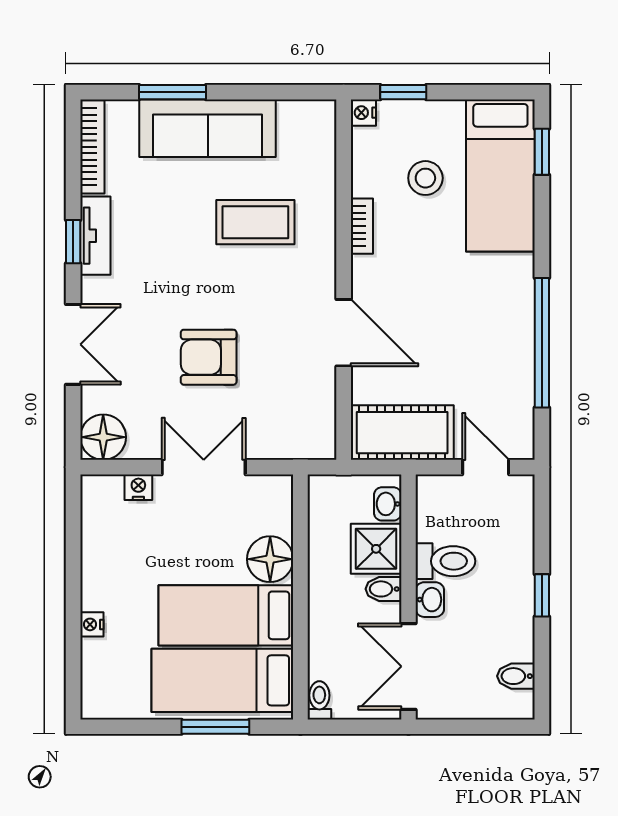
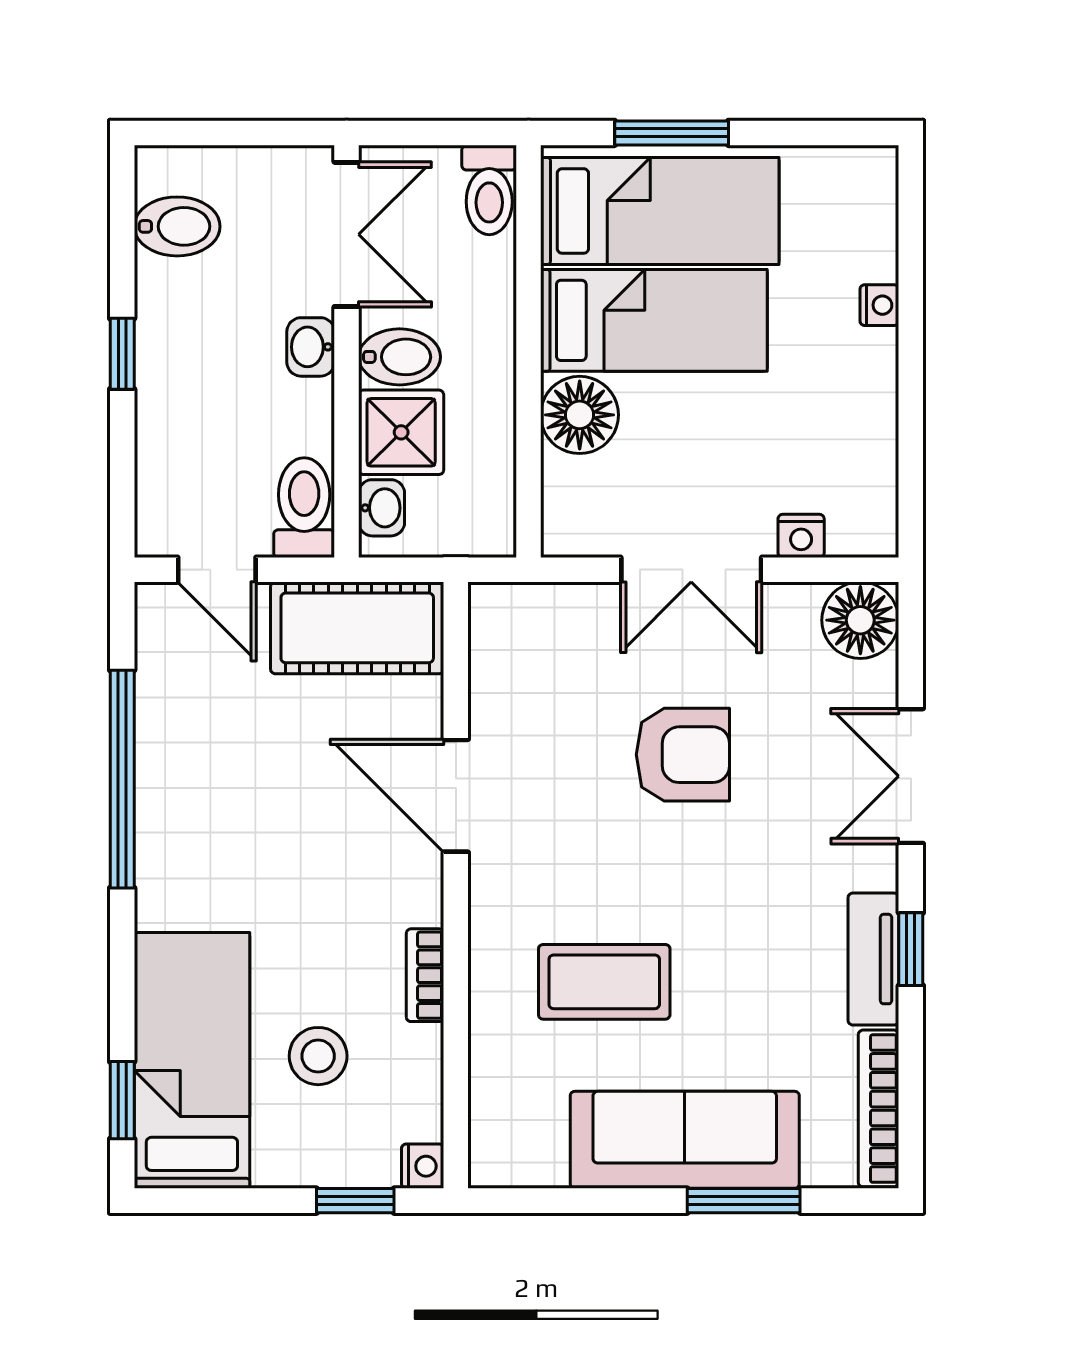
toilet: (445, 561) -> (304, 508), moved, turned 90
bidet: (383, 589) -> (400, 357), width x1.38, depth x1.36
bidet: (516, 676) -> (177, 226), width x1.38, depth x1.36
toilet: (319, 700) -> (489, 190), width x1.37, depth x1.39

